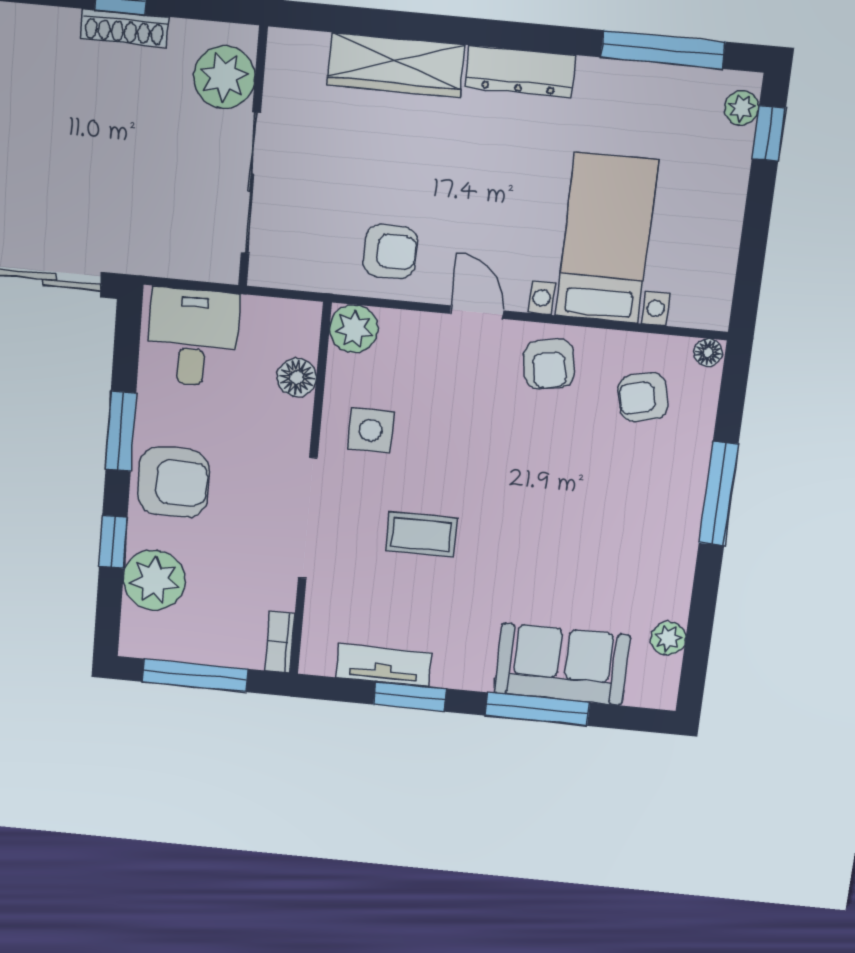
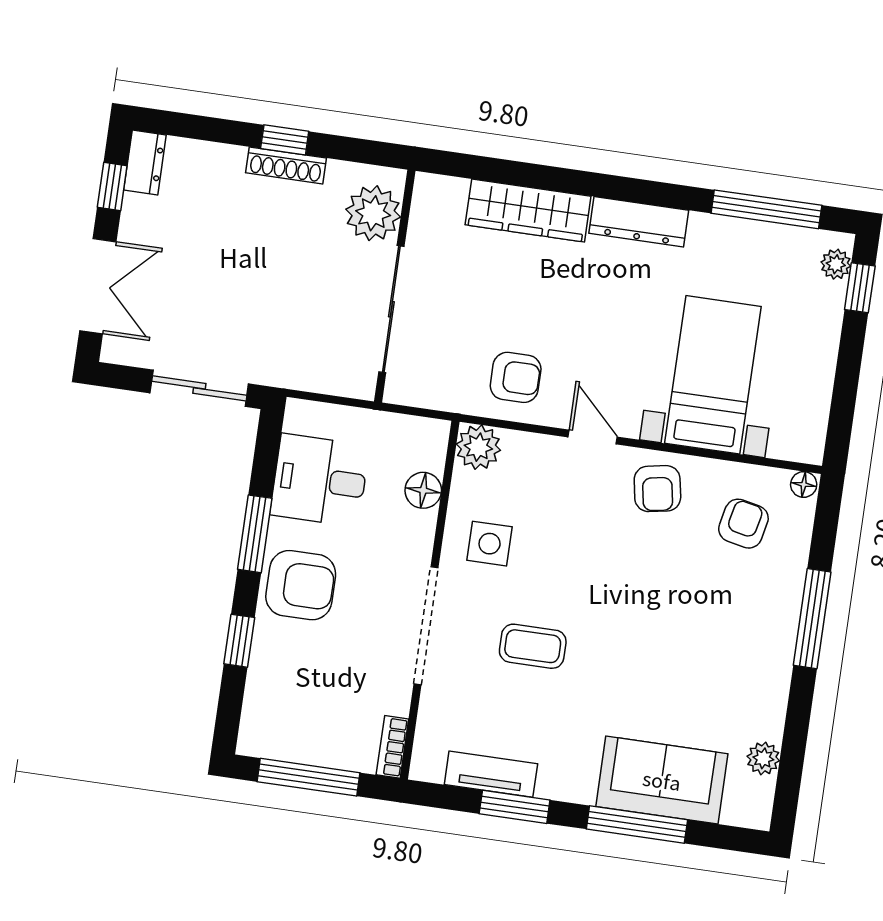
desk: (193, 337) -> (320, 480), moved, turned -90
armchair: (643, 397) -> (743, 524), turned 115
plant: (154, 580) -> (276, 680), removed

